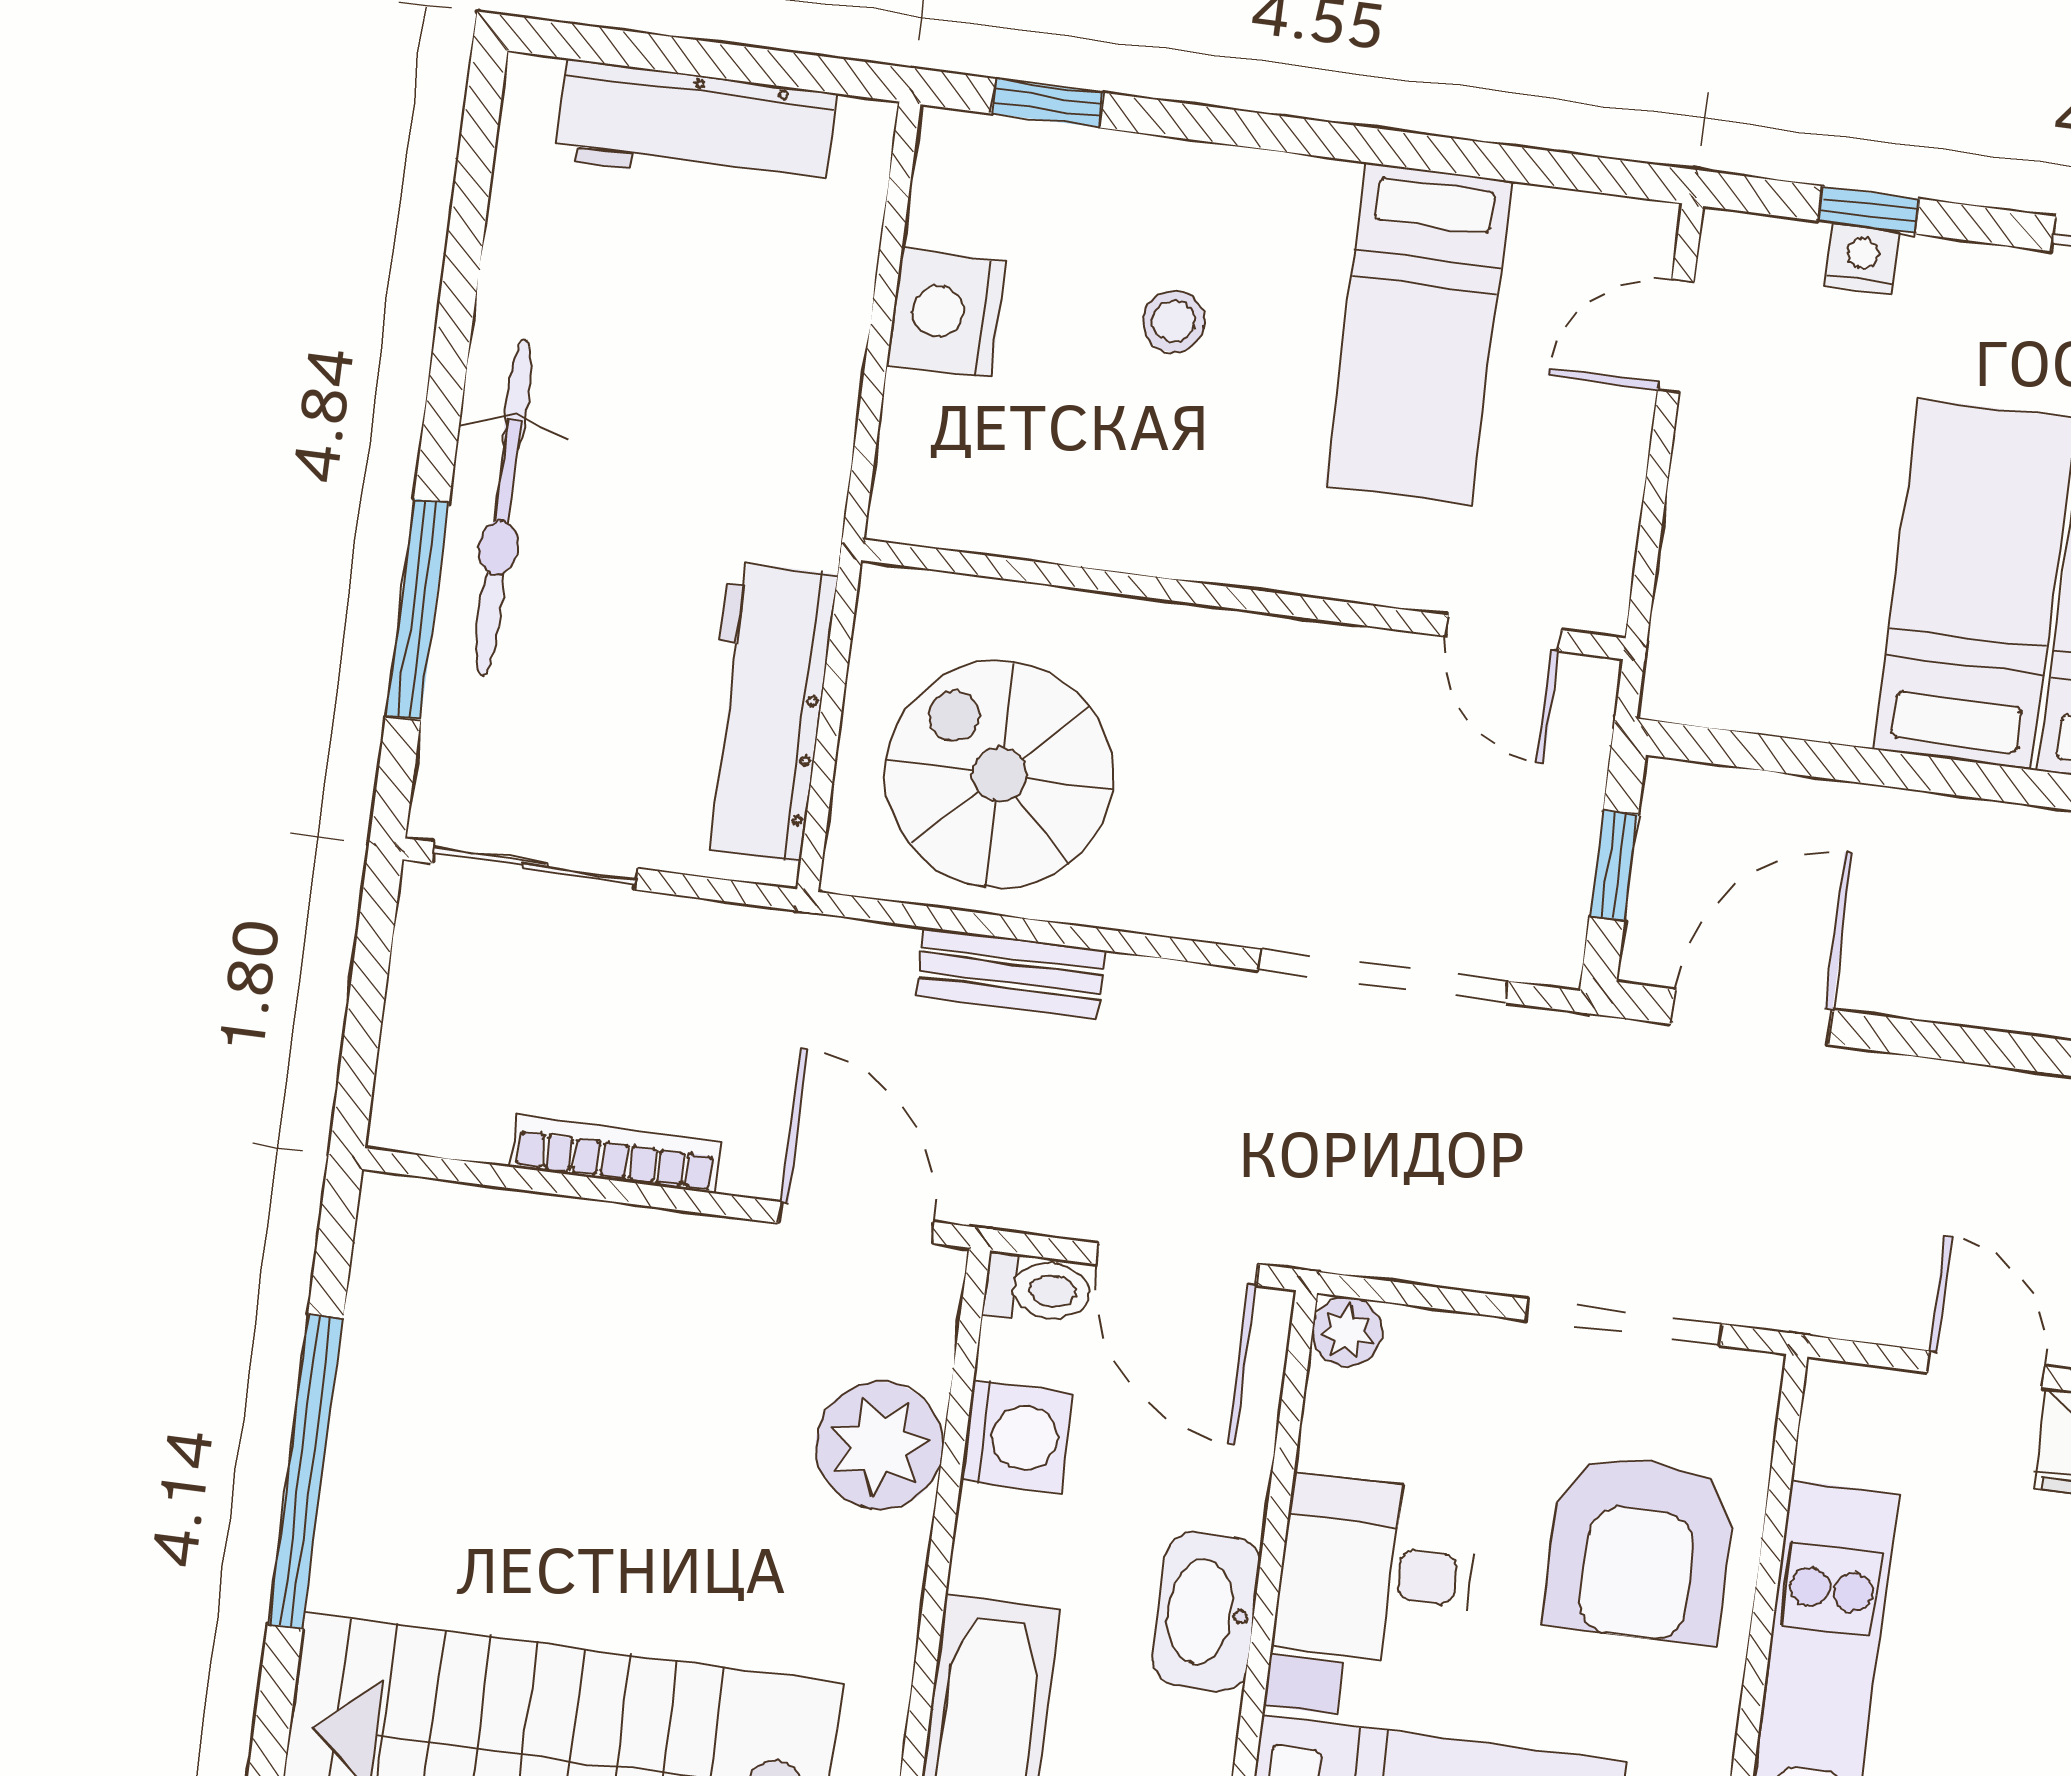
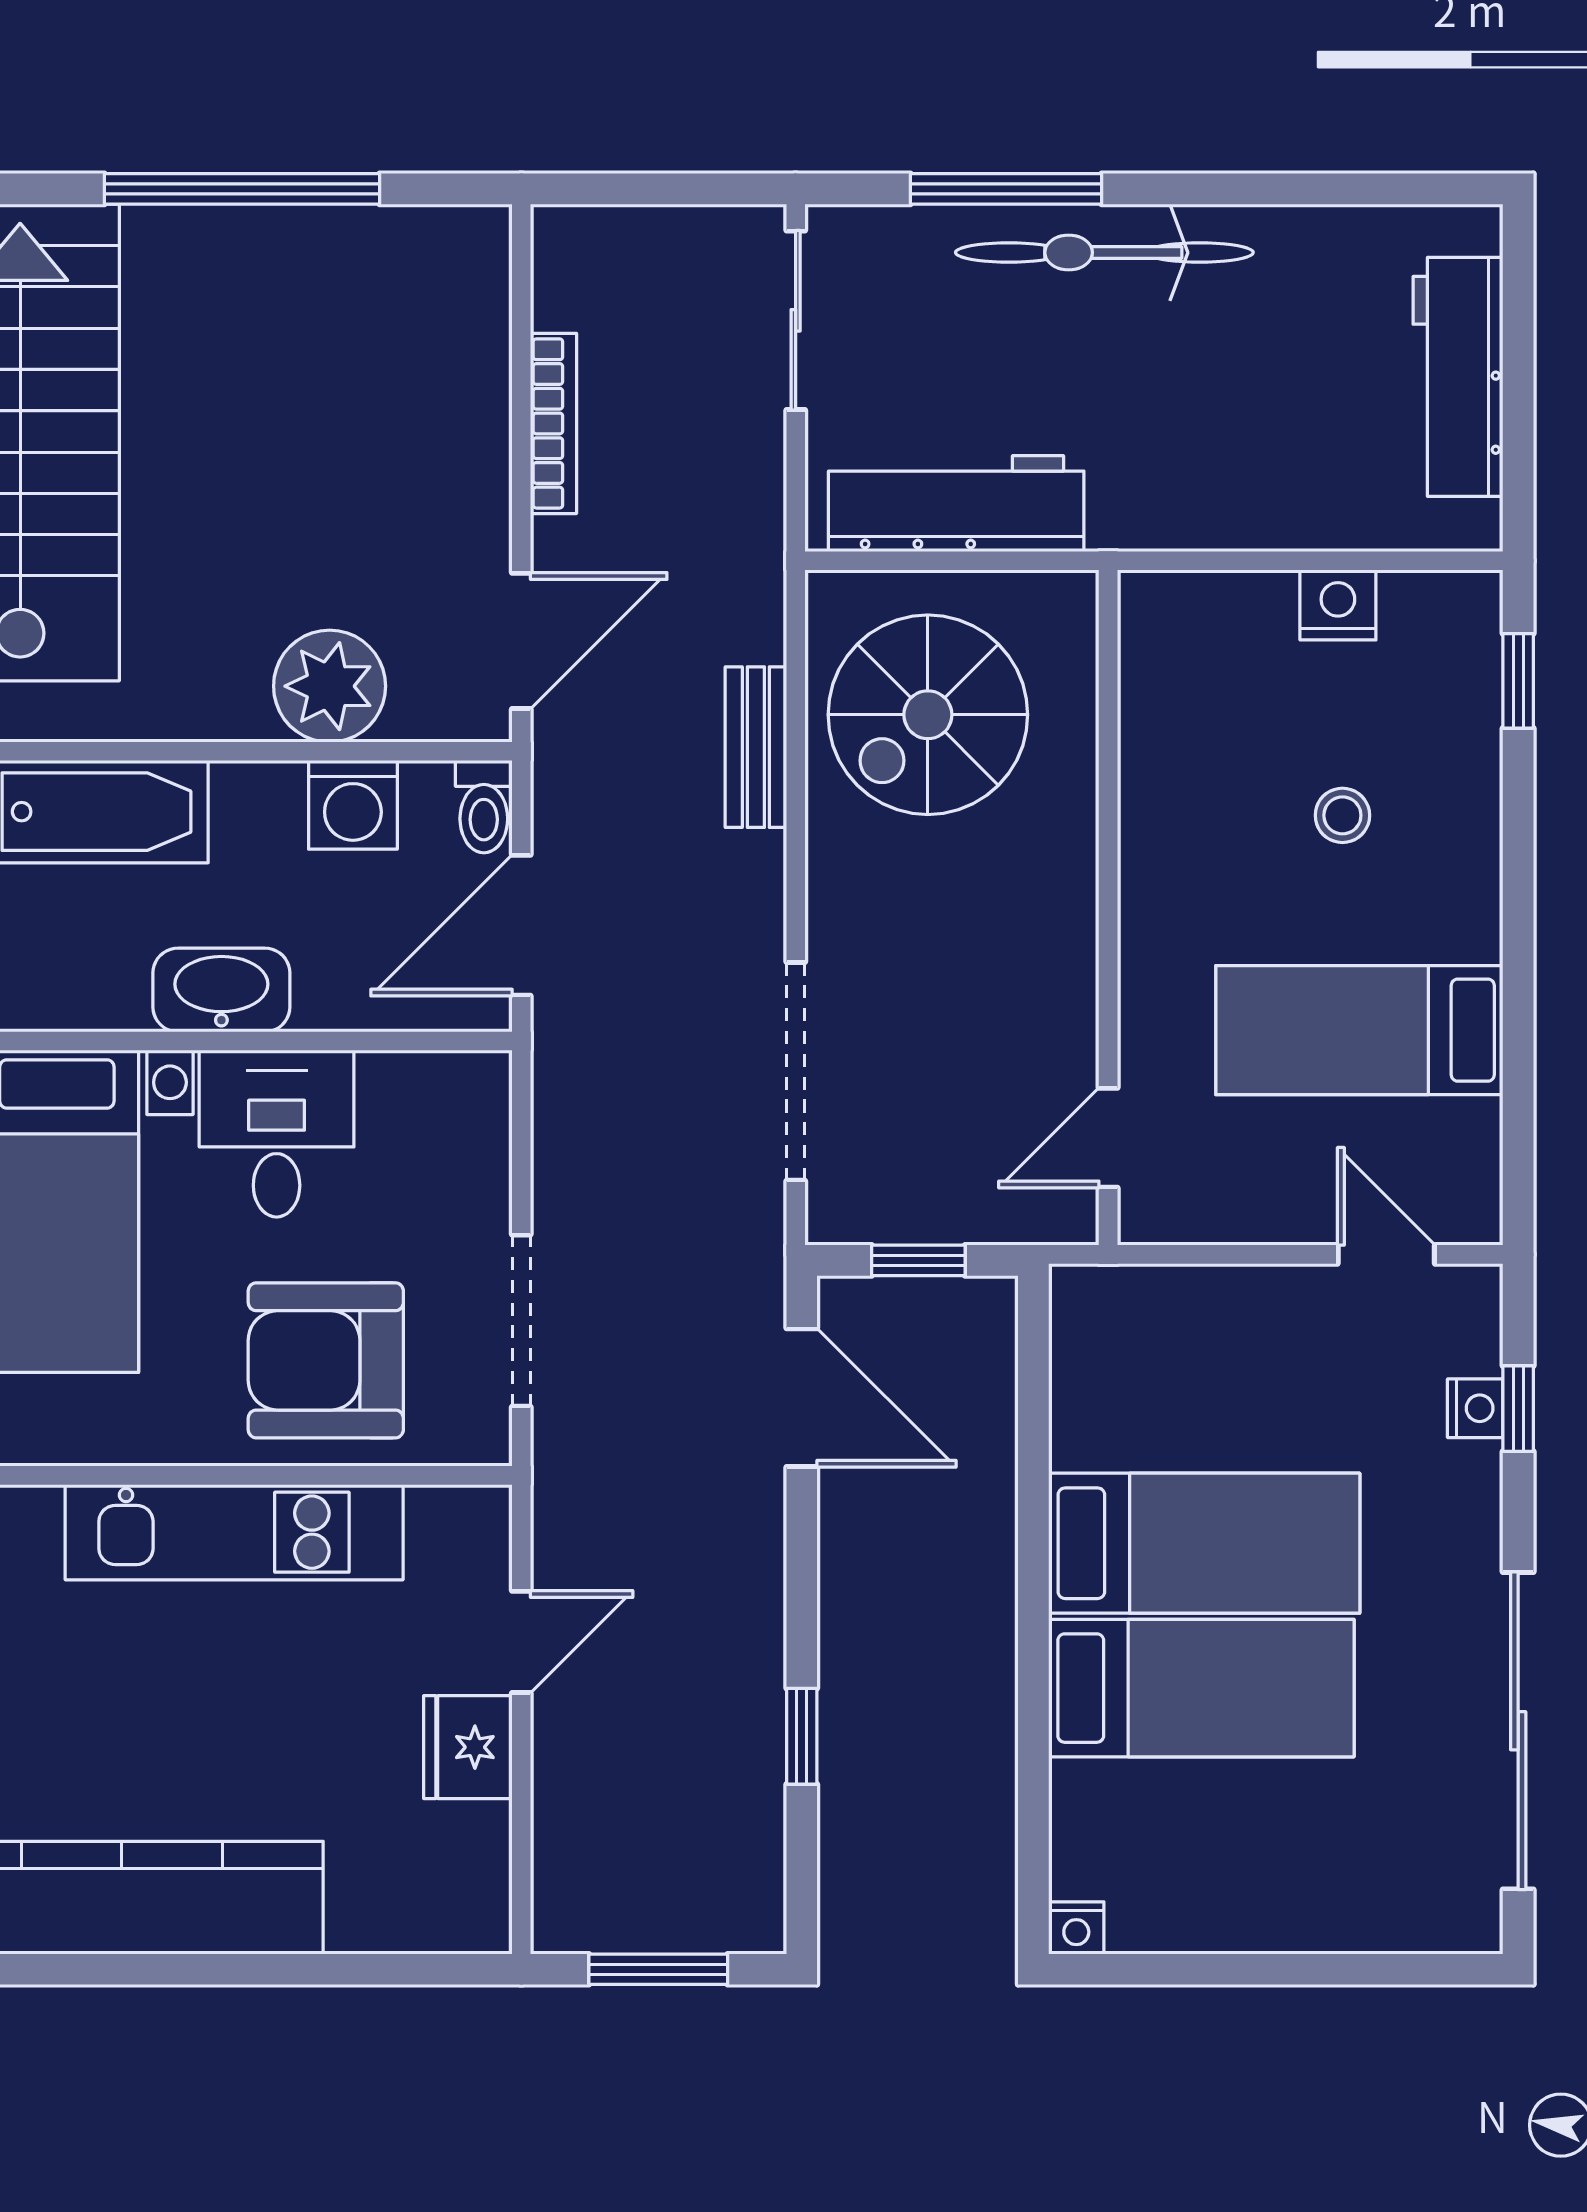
nightstand: (946, 313) -> (1338, 605), width x0.74, depth x0.75
spiral stairs: (999, 774) -> (928, 715), turned 180
plant: (1347, 1332) -> (482, 1081), removed

